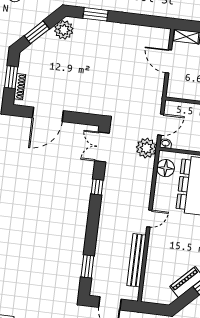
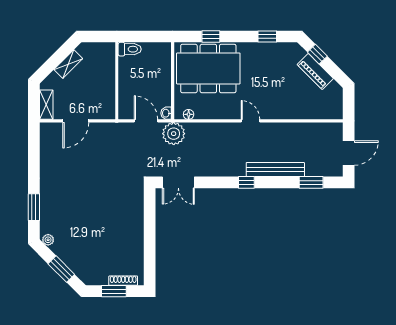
plant: (64, 30) -> (48, 240), width x0.53, depth x0.53
door: (48, 114) -> (150, 246), removed
floor lamp: (166, 168) -> (189, 114), width x0.53, depth x0.53
window: (97, 187) -> (246, 182), moved
bench: (136, 260) -> (275, 170), moved

